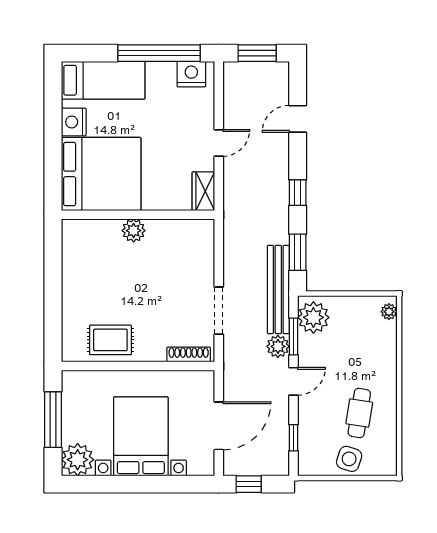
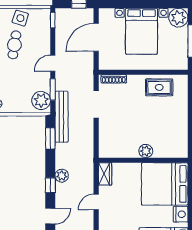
window: (298, 193) -> (50, 185), moved
plant: (278, 346) -> (62, 176), moved
window: (293, 438) -> (53, 20), moved

